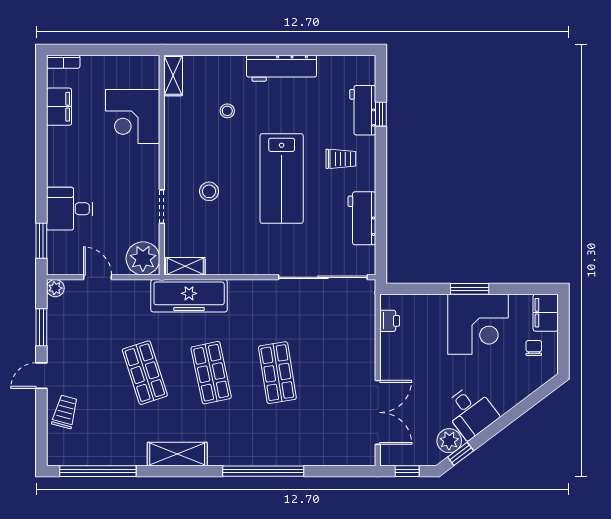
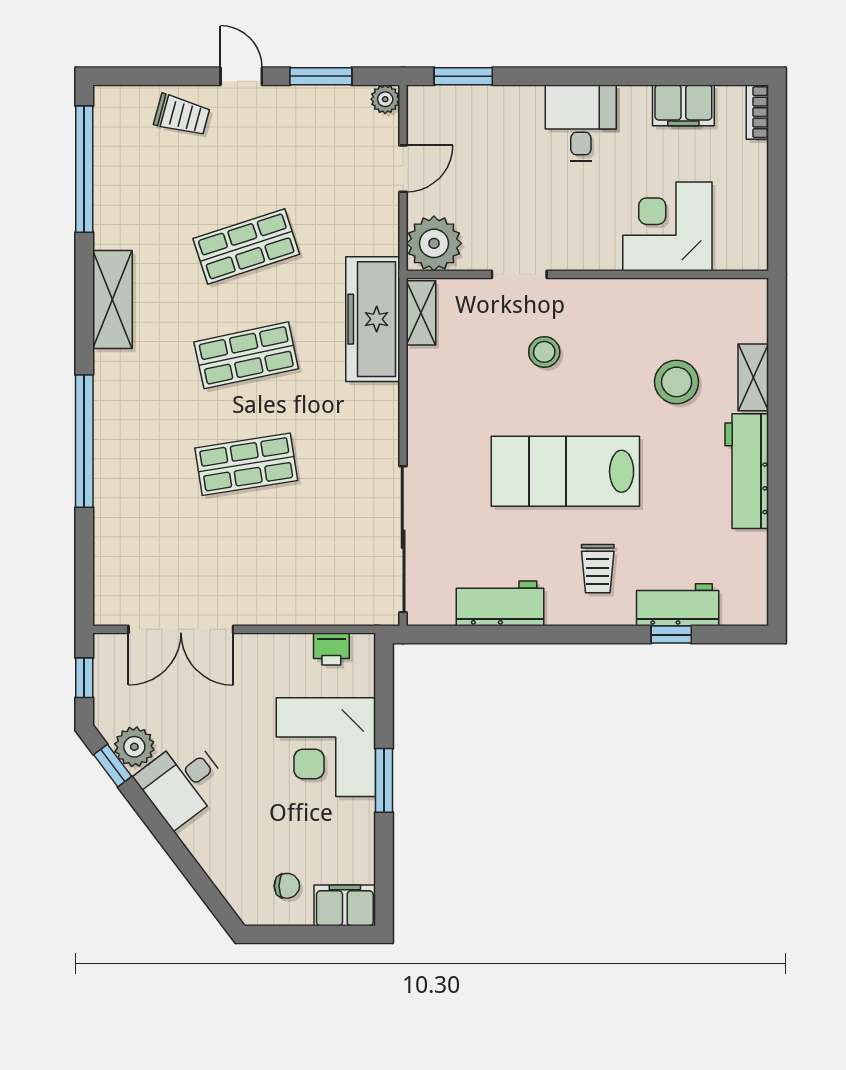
shelving: (173, 75) -> (753, 377), moved, turned 90
stool: (227, 111) -> (677, 382), width x1.89, depth x1.89
desk: (70, 209) -> (581, 123), moved
corner desk: (478, 324) -> (326, 747), moved

